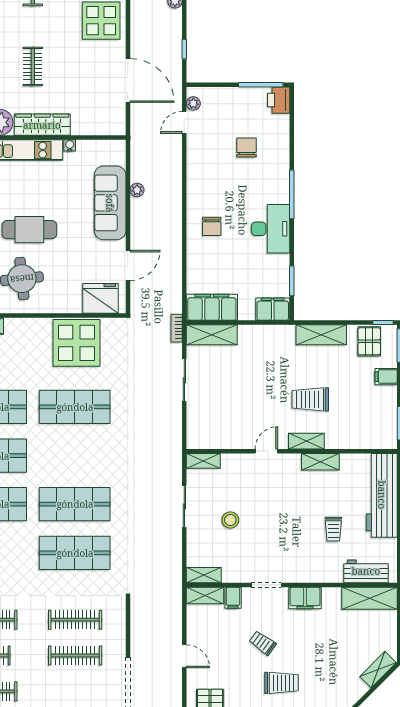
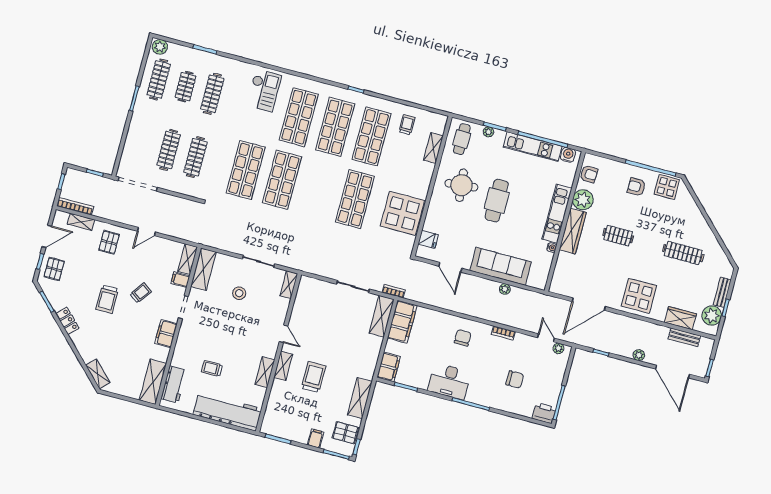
bookcase: (192, 177) -> (503, 333), added
chair: (212, 226) -> (463, 338), turned 90
fridge: (101, 298) -> (428, 239), width x0.53, depth x0.75
shelving: (204, 575) -> (203, 269), width x1.50, depth x1.33

